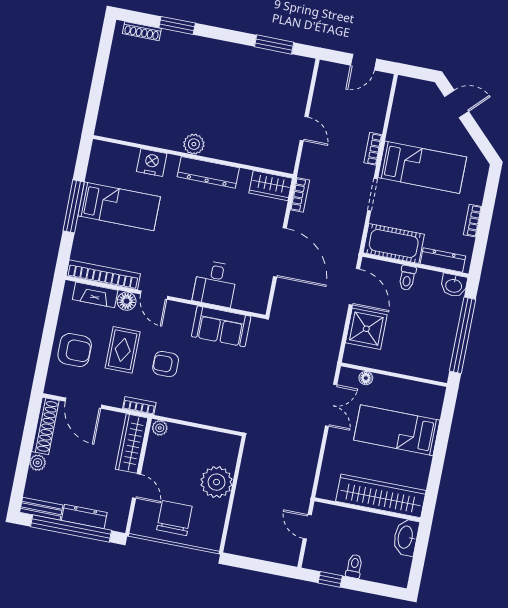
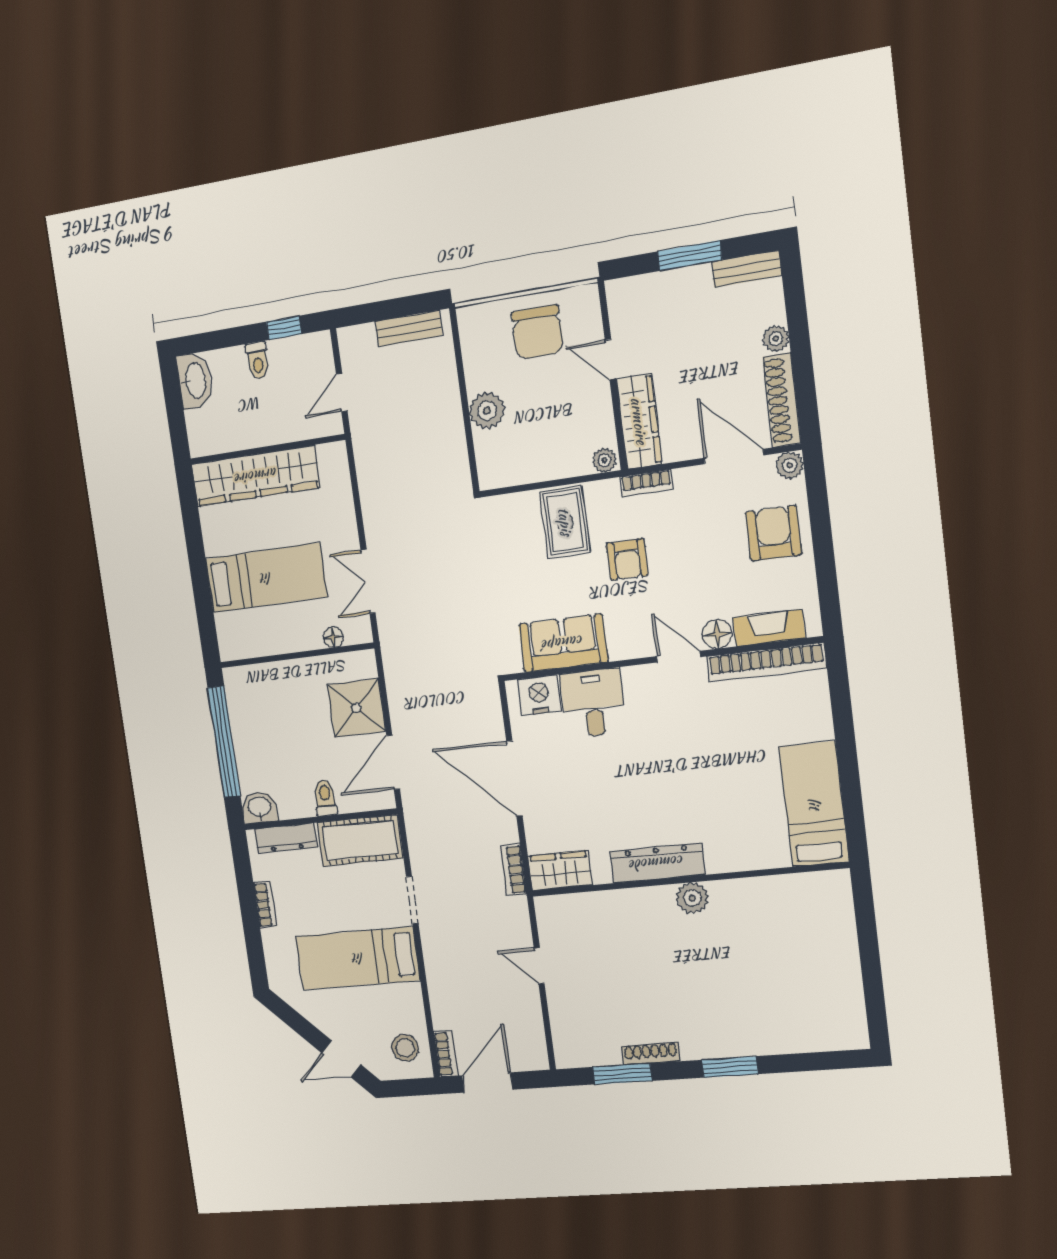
window: (177, 25) -> (730, 1067), moved
shoe rack: (142, 31) -> (651, 1054), moved
door: (364, 62) -> (487, 1082), width x1.38
stool: (411, 100) -> (405, 1048), added
bookcase: (373, 149) -> (446, 1054), moved
nightstand: (152, 163) -> (539, 695), moved, turned 180
window: (74, 206) -> (846, 751), removed
bed: (119, 206) -> (814, 804), moved, turned 90
door: (354, 287) -> (393, 762), hinge flipped
armchair: (75, 350) -> (774, 533), turned 90
rug: (123, 350) -> (565, 522), moved
armchair: (166, 364) -> (627, 559), turned 90
plant: (53, 387) -> (790, 465), added
plant: (217, 482) -> (487, 411), width x0.73, depth x0.73
dresser: (84, 516) -> (675, 282), removed
door: (307, 527) -> (342, 392), swing flipped
window: (71, 529) -> (690, 256), width x0.47
washbasin: (406, 537) -> (195, 381), moved
bench: (252, 550) -> (409, 328), added

